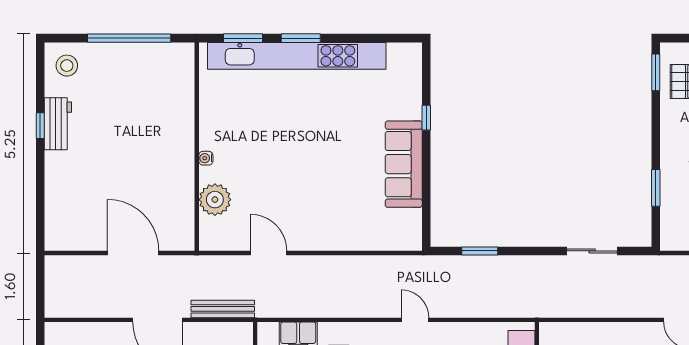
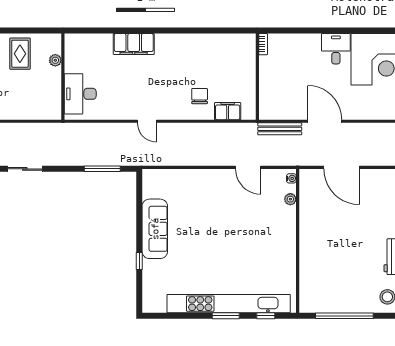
window: (243, 38) -> (266, 316), width x0.67
water cooler: (206, 158) -> (291, 178), moved
plant: (215, 200) -> (290, 199), width x0.53, depth x0.53
window: (480, 251) -> (102, 169), width x1.44

